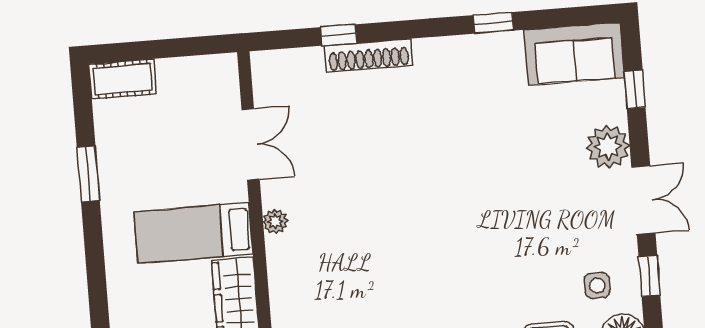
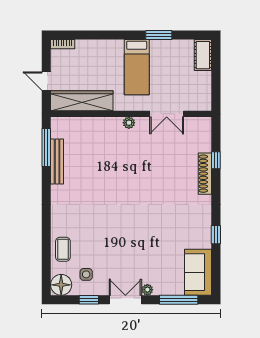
window: (635, 89) -> (179, 300), width x2.17
plant: (608, 147) -> (147, 290), width x0.53, depth x0.53
double door: (643, 200) -> (125, 300), swing flipped
bed: (193, 233) -> (137, 67), moved, turned 180

